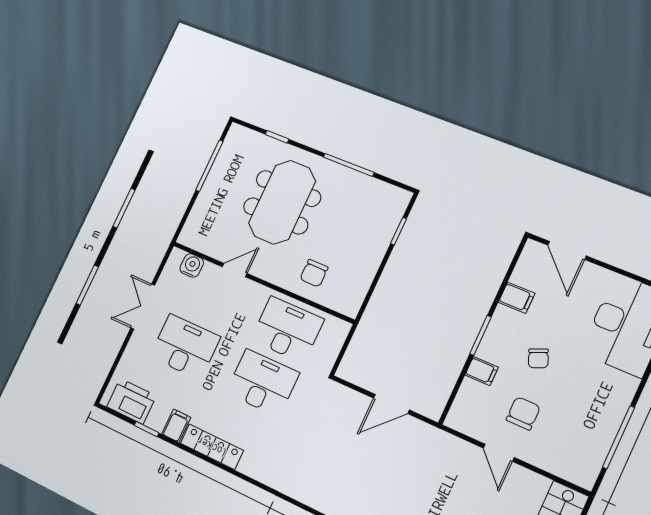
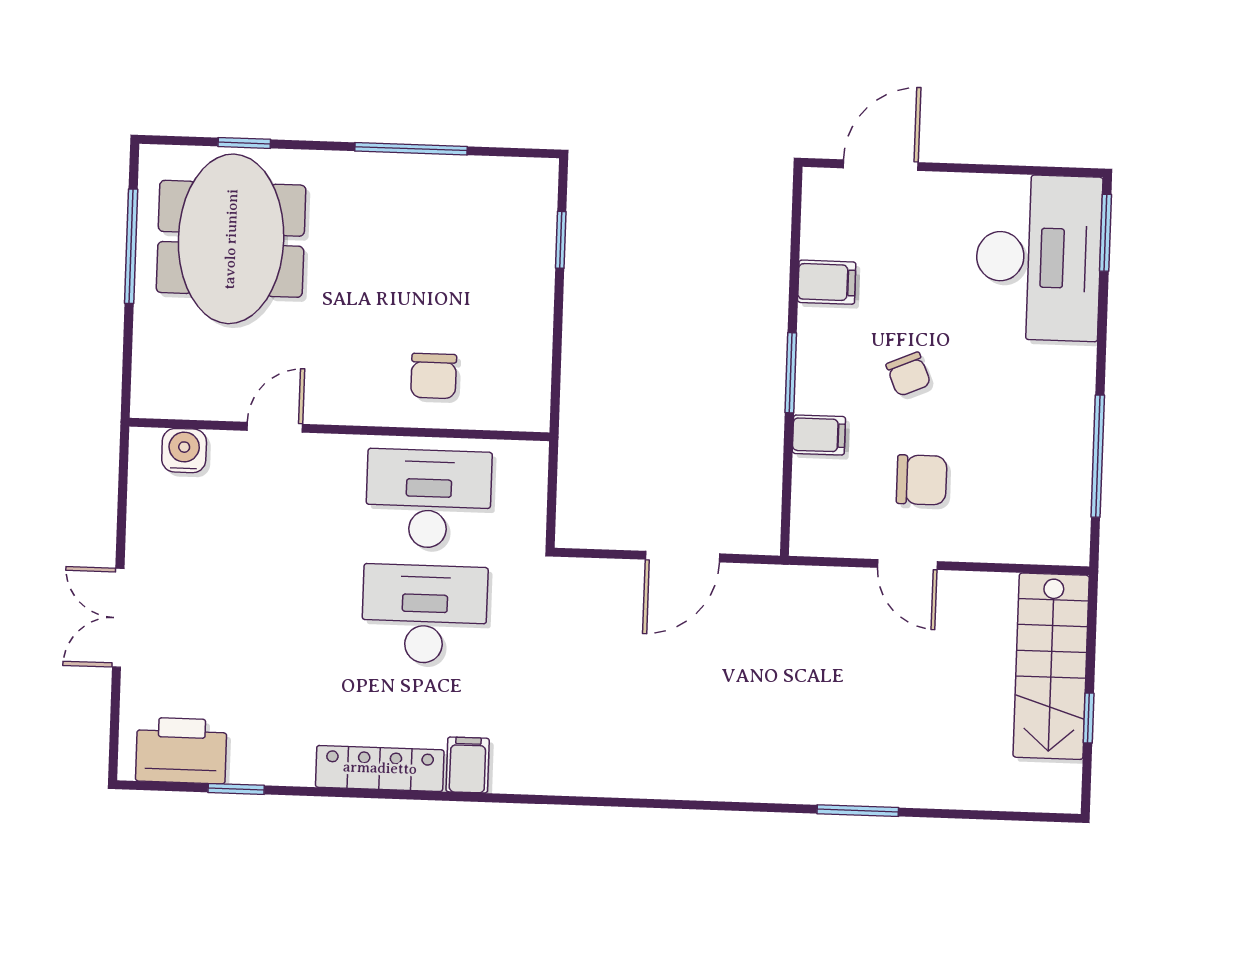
meeting table: (282, 202) -> (231, 239), moved
door: (567, 250) -> (881, 165), swing flipped
double door: (143, 307) -> (118, 618), moved
desk: (185, 347) -> (242, 608), removed
chair: (523, 413) -> (922, 480), turned 90
filing cabinet: (176, 426) -> (468, 765), moved

